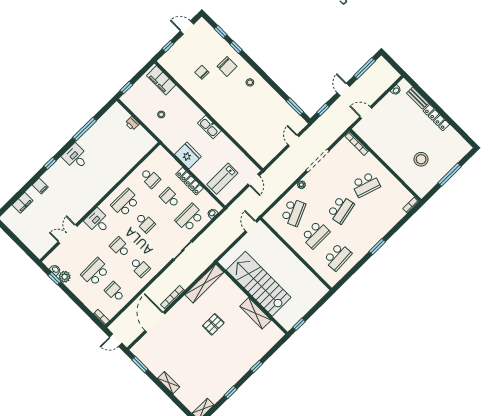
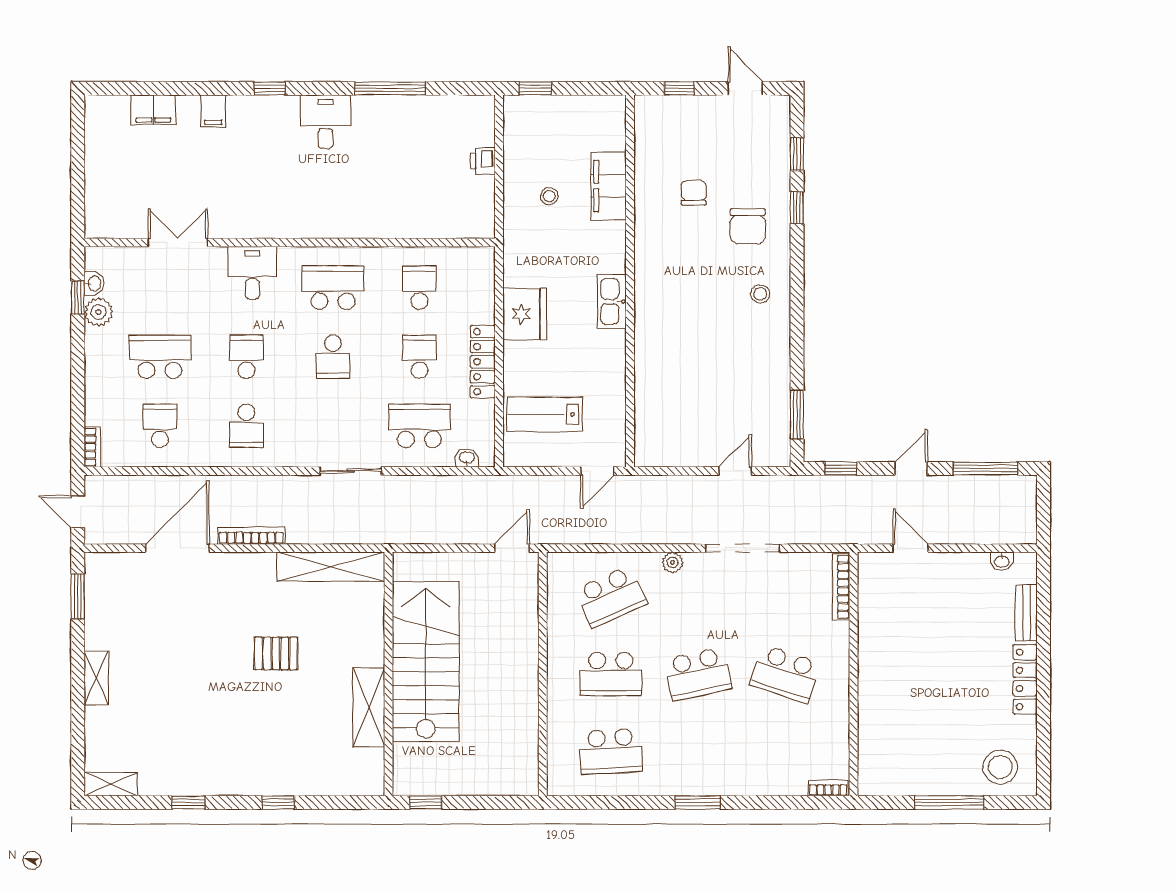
filing cabinet: (161, 80) -> (609, 186), moved
stool: (421, 159) -> (1000, 767), moved
school desk: (150, 178) -> (419, 288), turned 180

